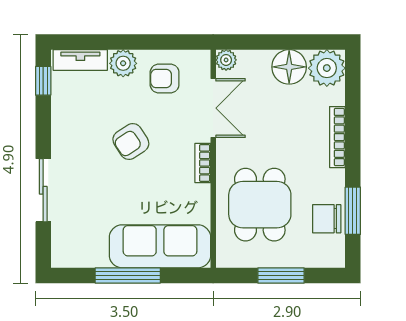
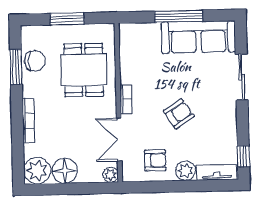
sofa: (160, 246) -> (198, 37), moved

